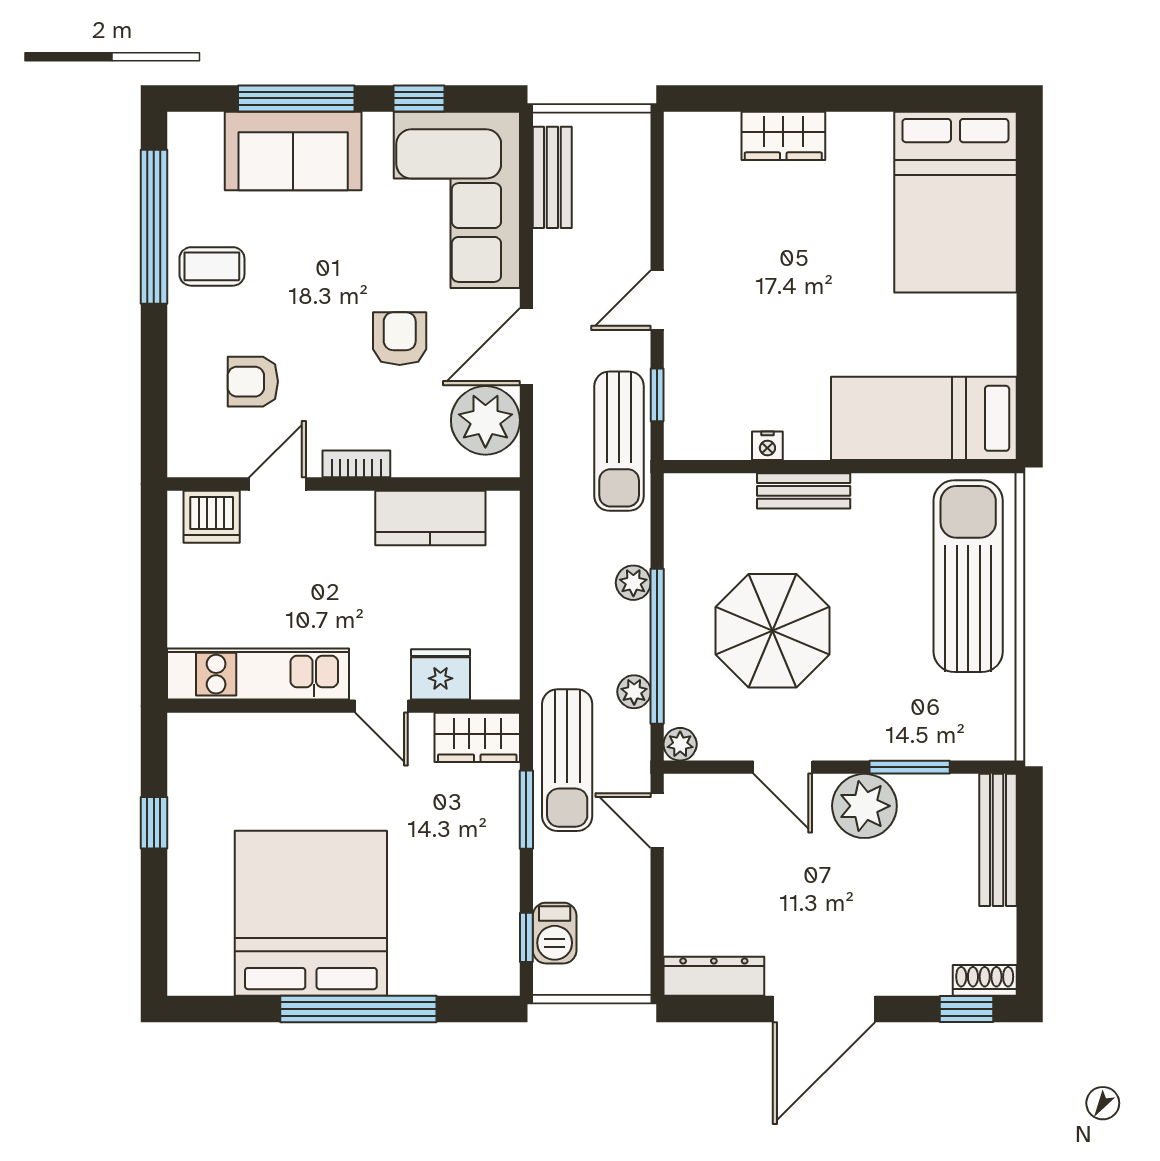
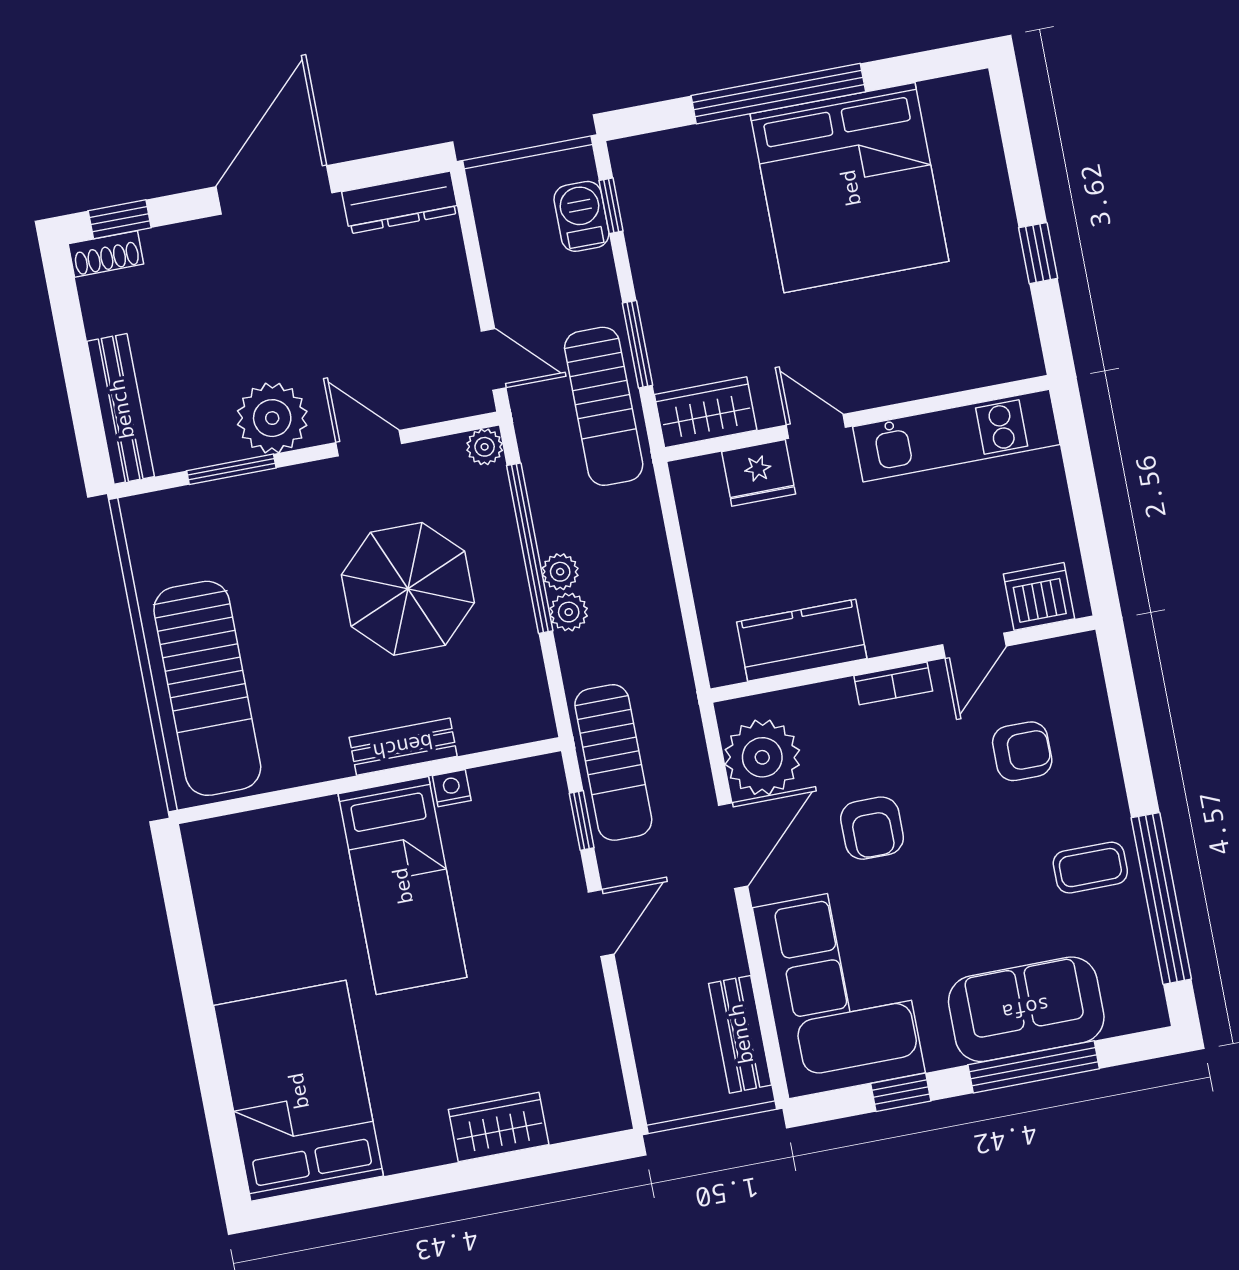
bed: (924, 418) -> (402, 886), moved, turned 90
sun lounger: (619, 441) -> (613, 762), turned 180
plant: (634, 692) -> (560, 572), moved
sun lounger: (567, 760) -> (604, 406), turned 180

